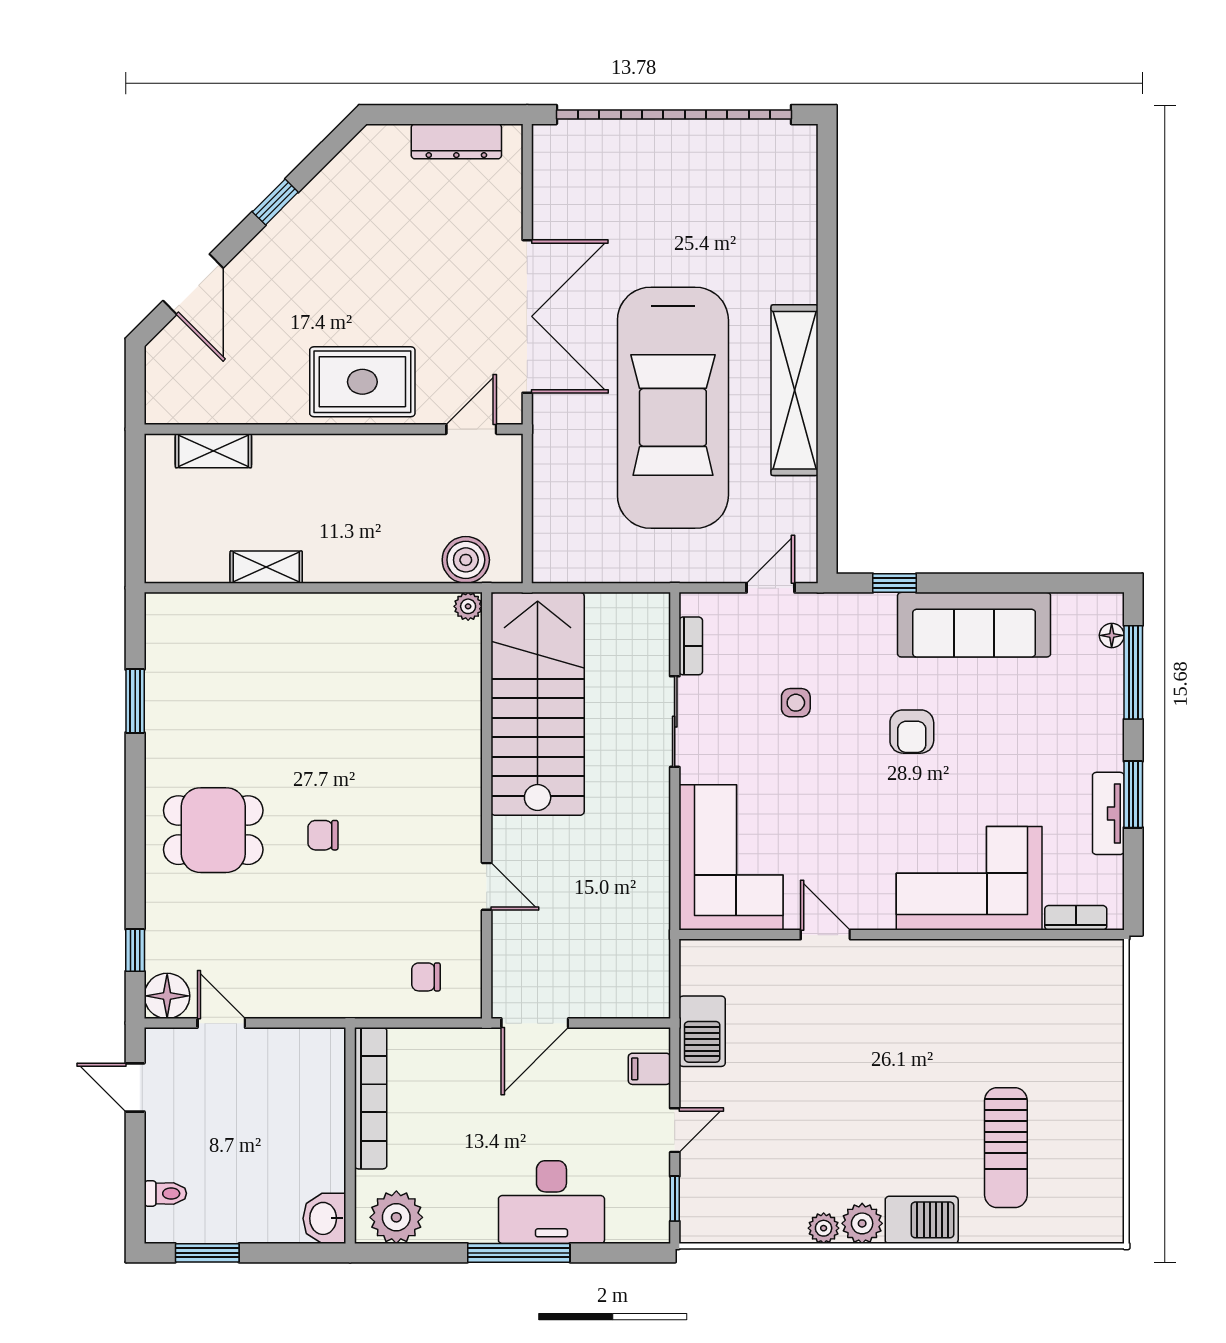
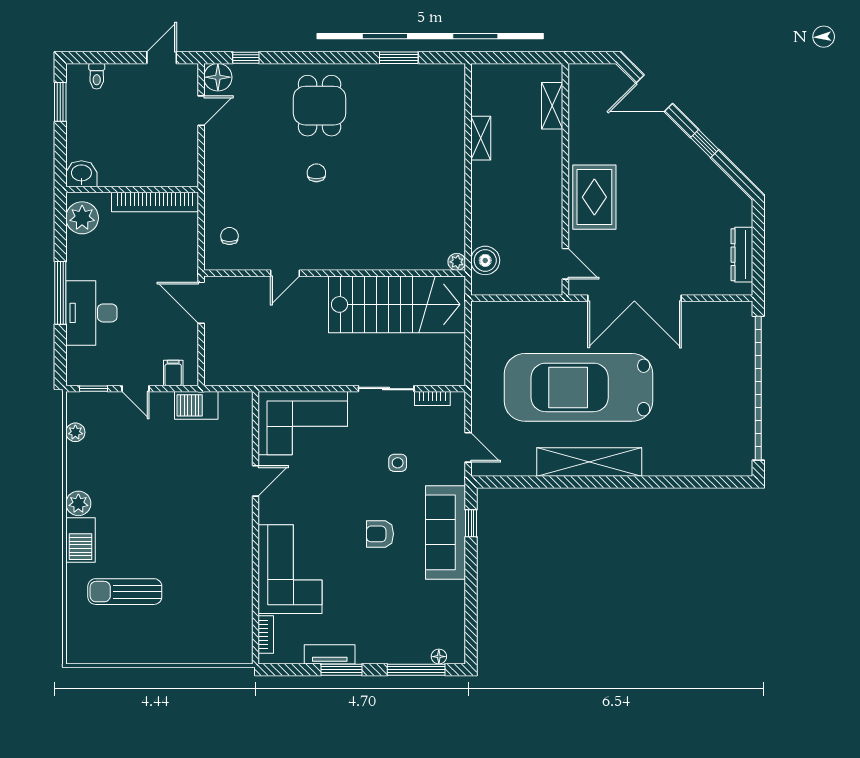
sofa: (974, 625) -> (445, 532), moved
plant: (824, 1228) -> (75, 432), moved

